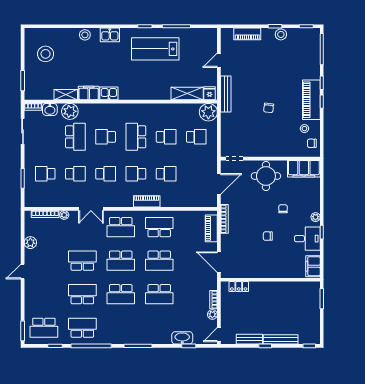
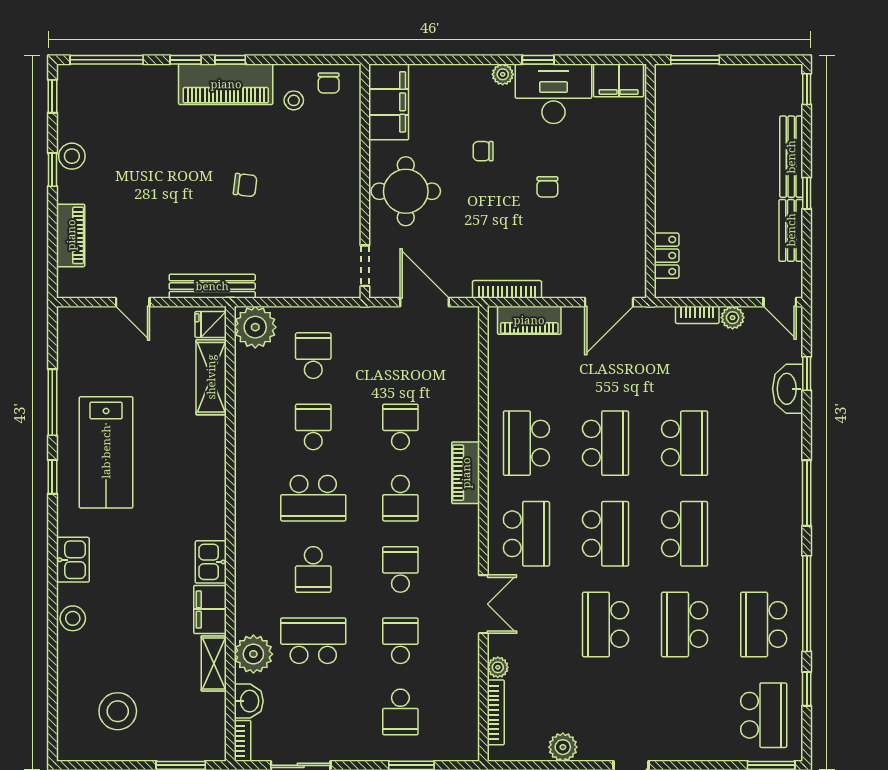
desk: (307, 239) -> (553, 94), width x1.37

